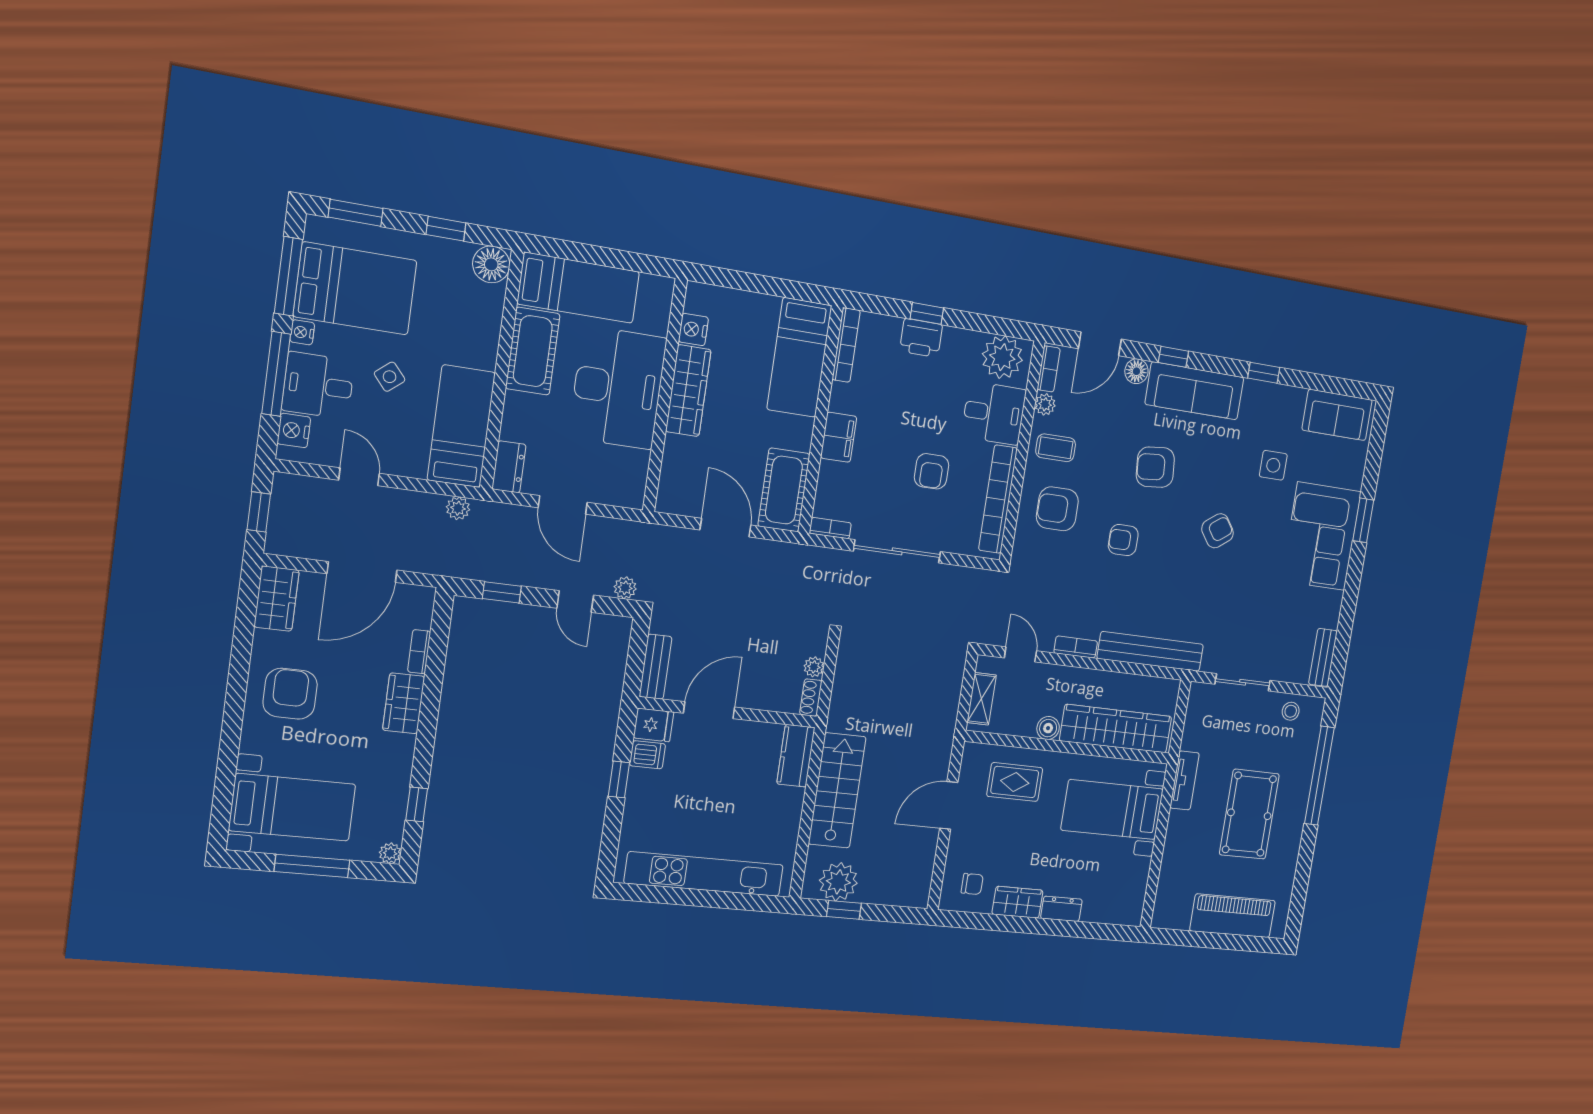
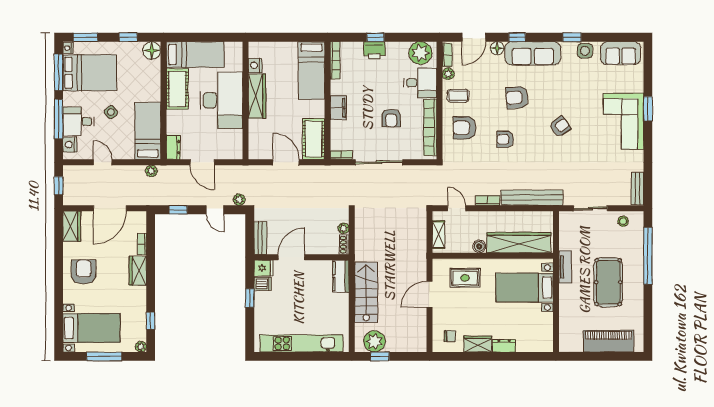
nightstand: (302, 332) -> (68, 48), moved
side table: (1273, 465) -> (585, 51), moved

